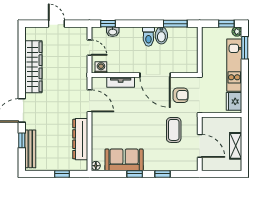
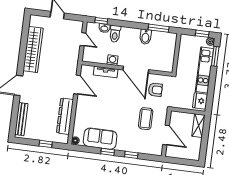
toilet: (148, 37) -> (115, 34), moved
washing machine: (101, 67) -> (112, 60), moved
window: (22, 140) -> (15, 111), removed
shelving: (236, 146) -> (198, 126), moved

